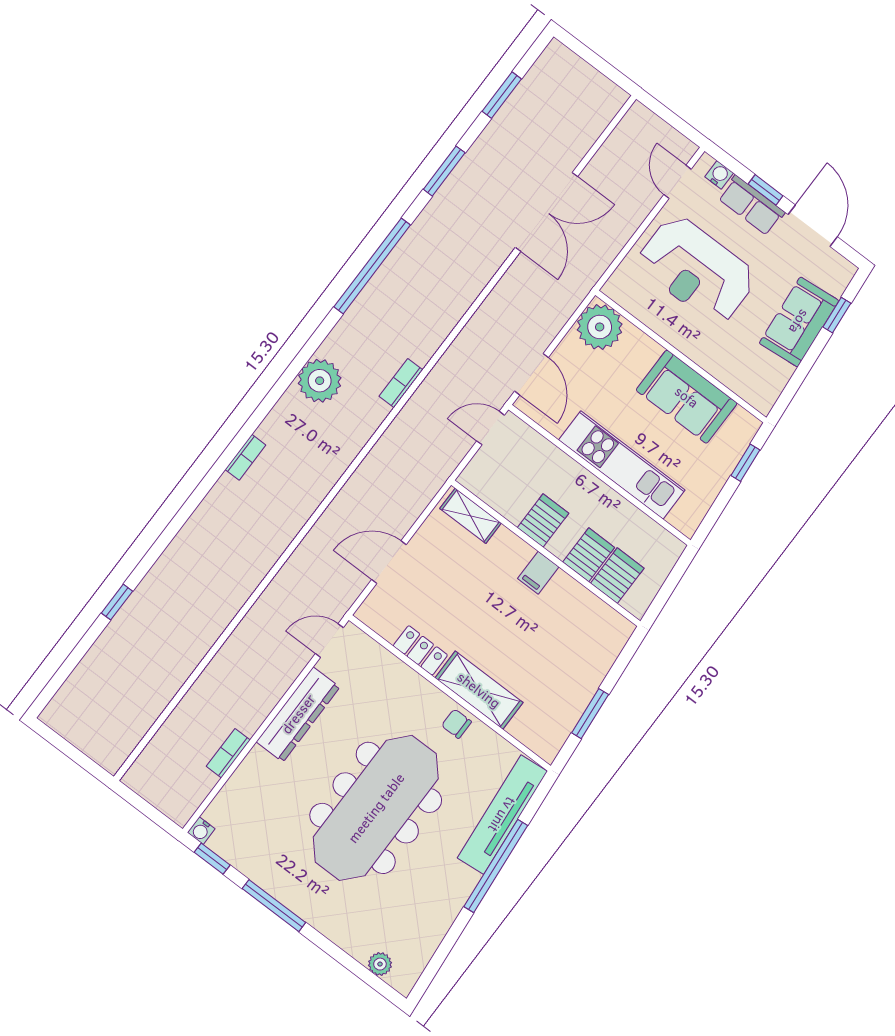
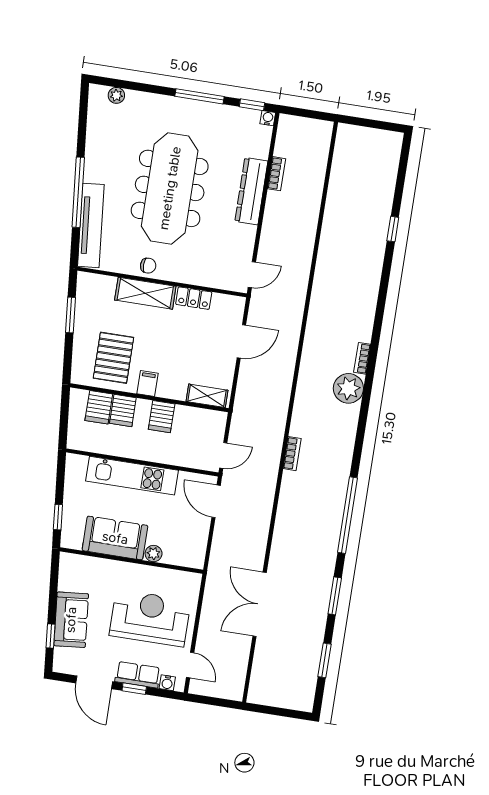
plant: (600, 327) -> (154, 554), moved, width x0.53, depth x0.53
plant: (320, 381) -> (348, 388), moved
pallet: (564, 629) -> (113, 358), added
dresser: (298, 714) -> (251, 191), moved

